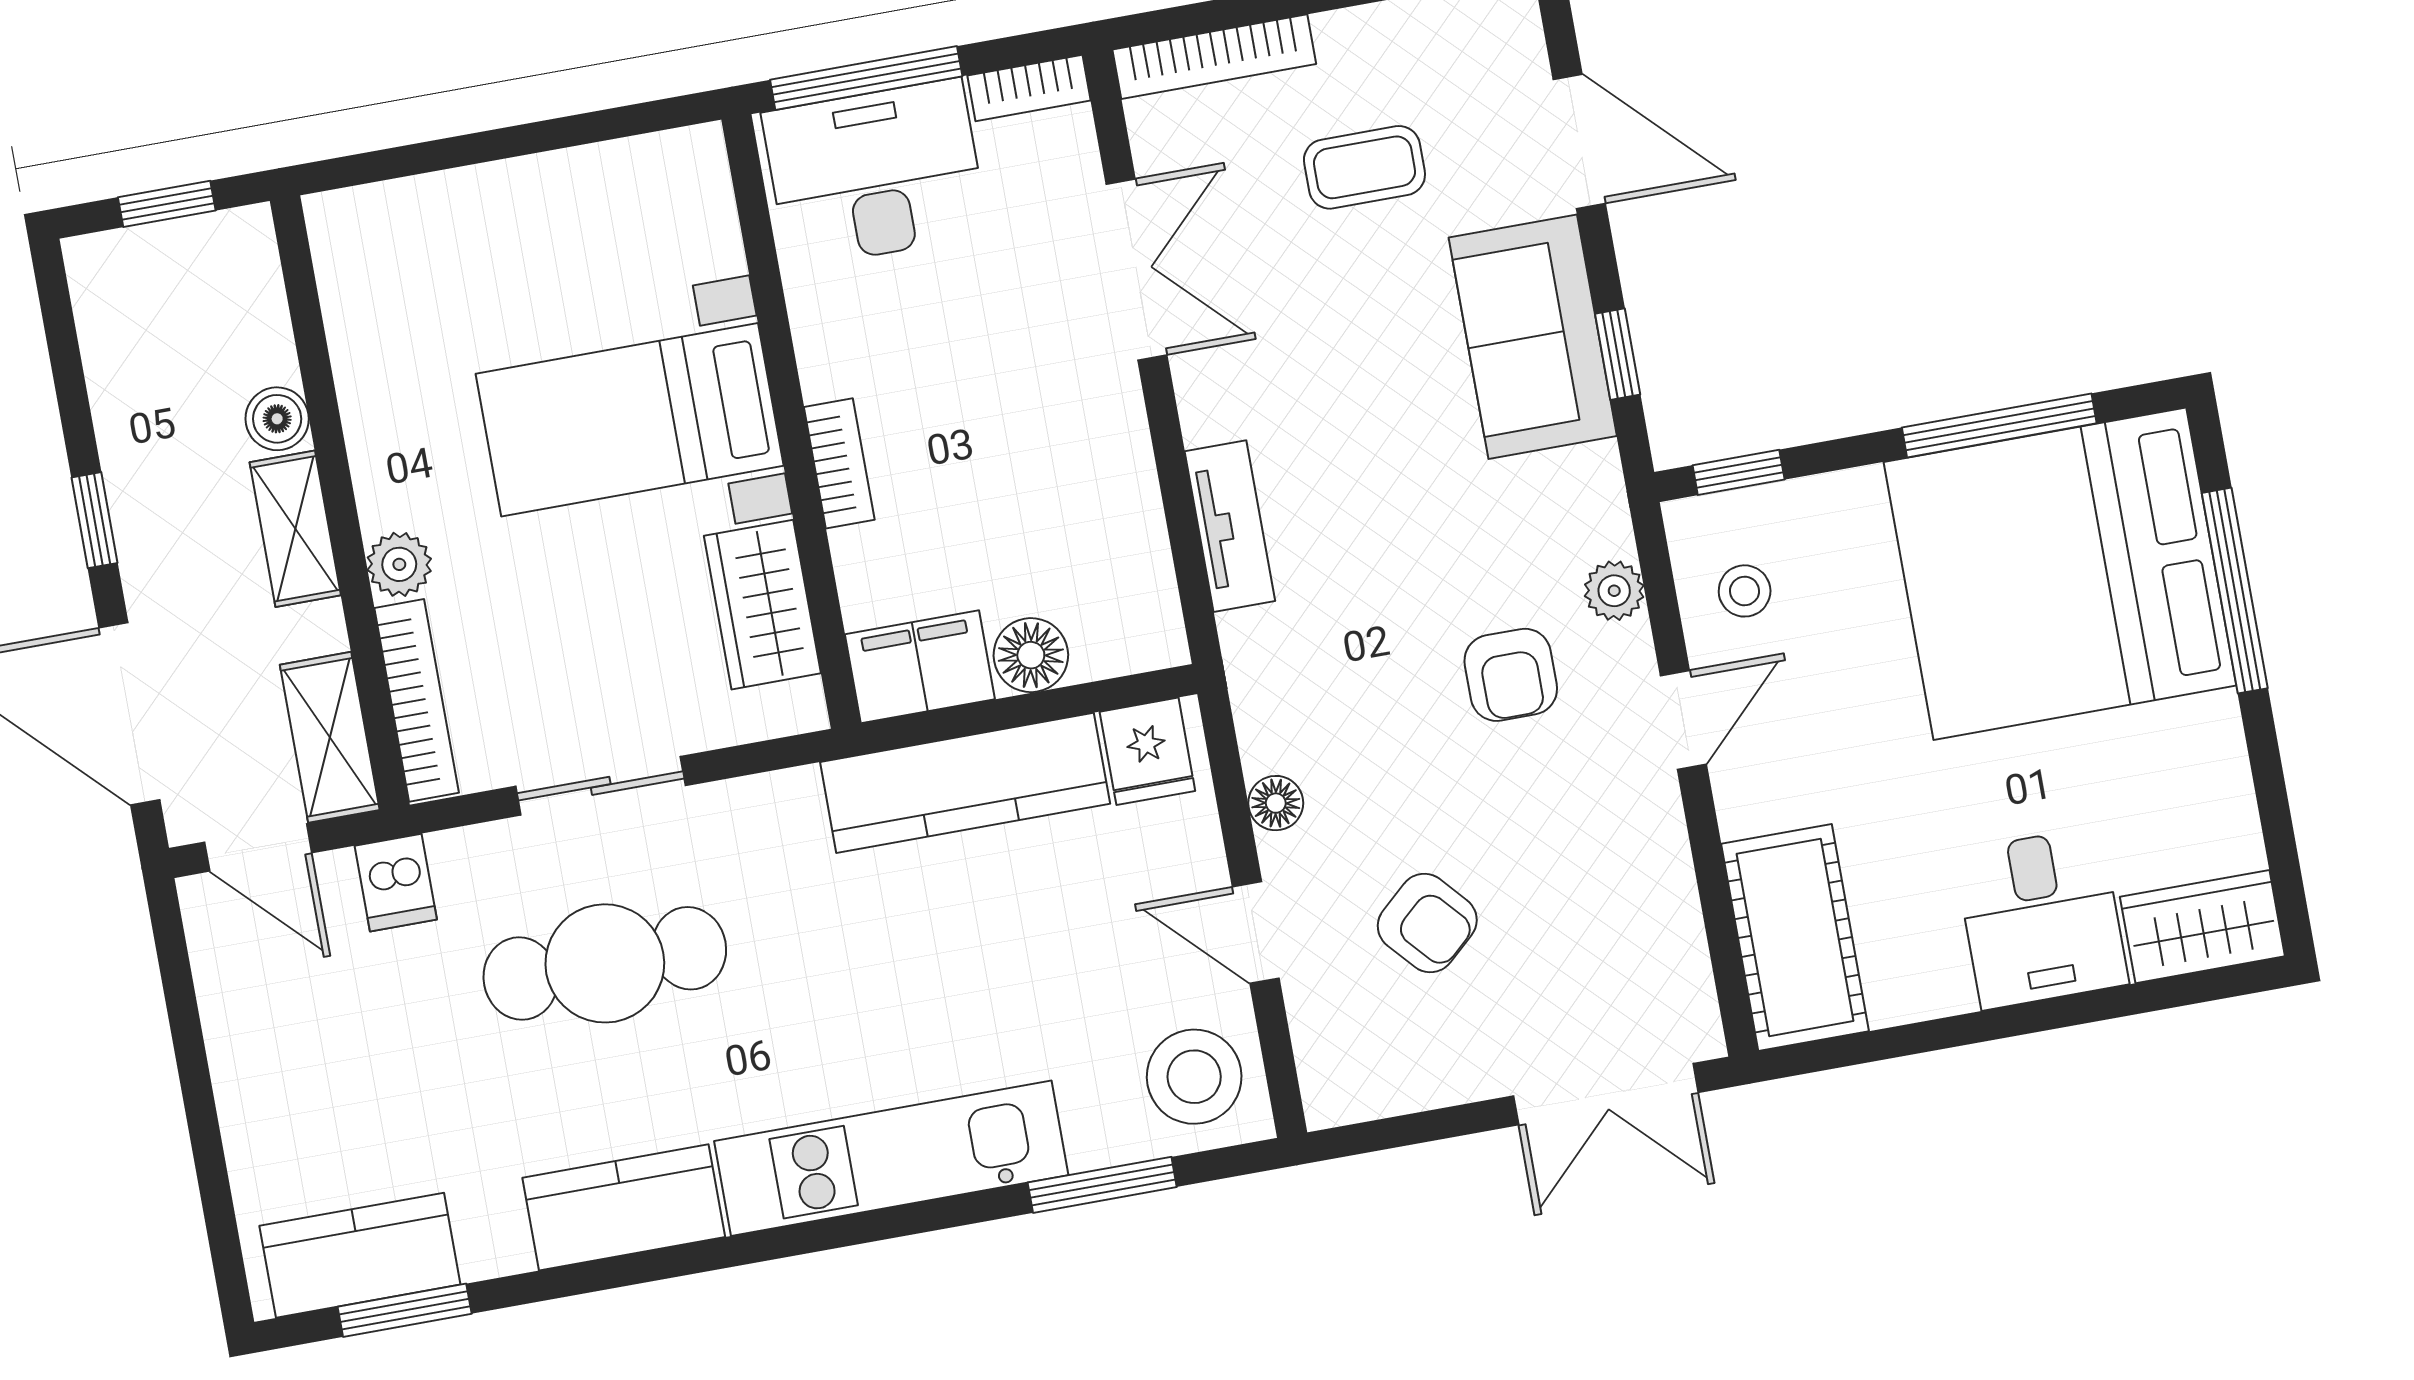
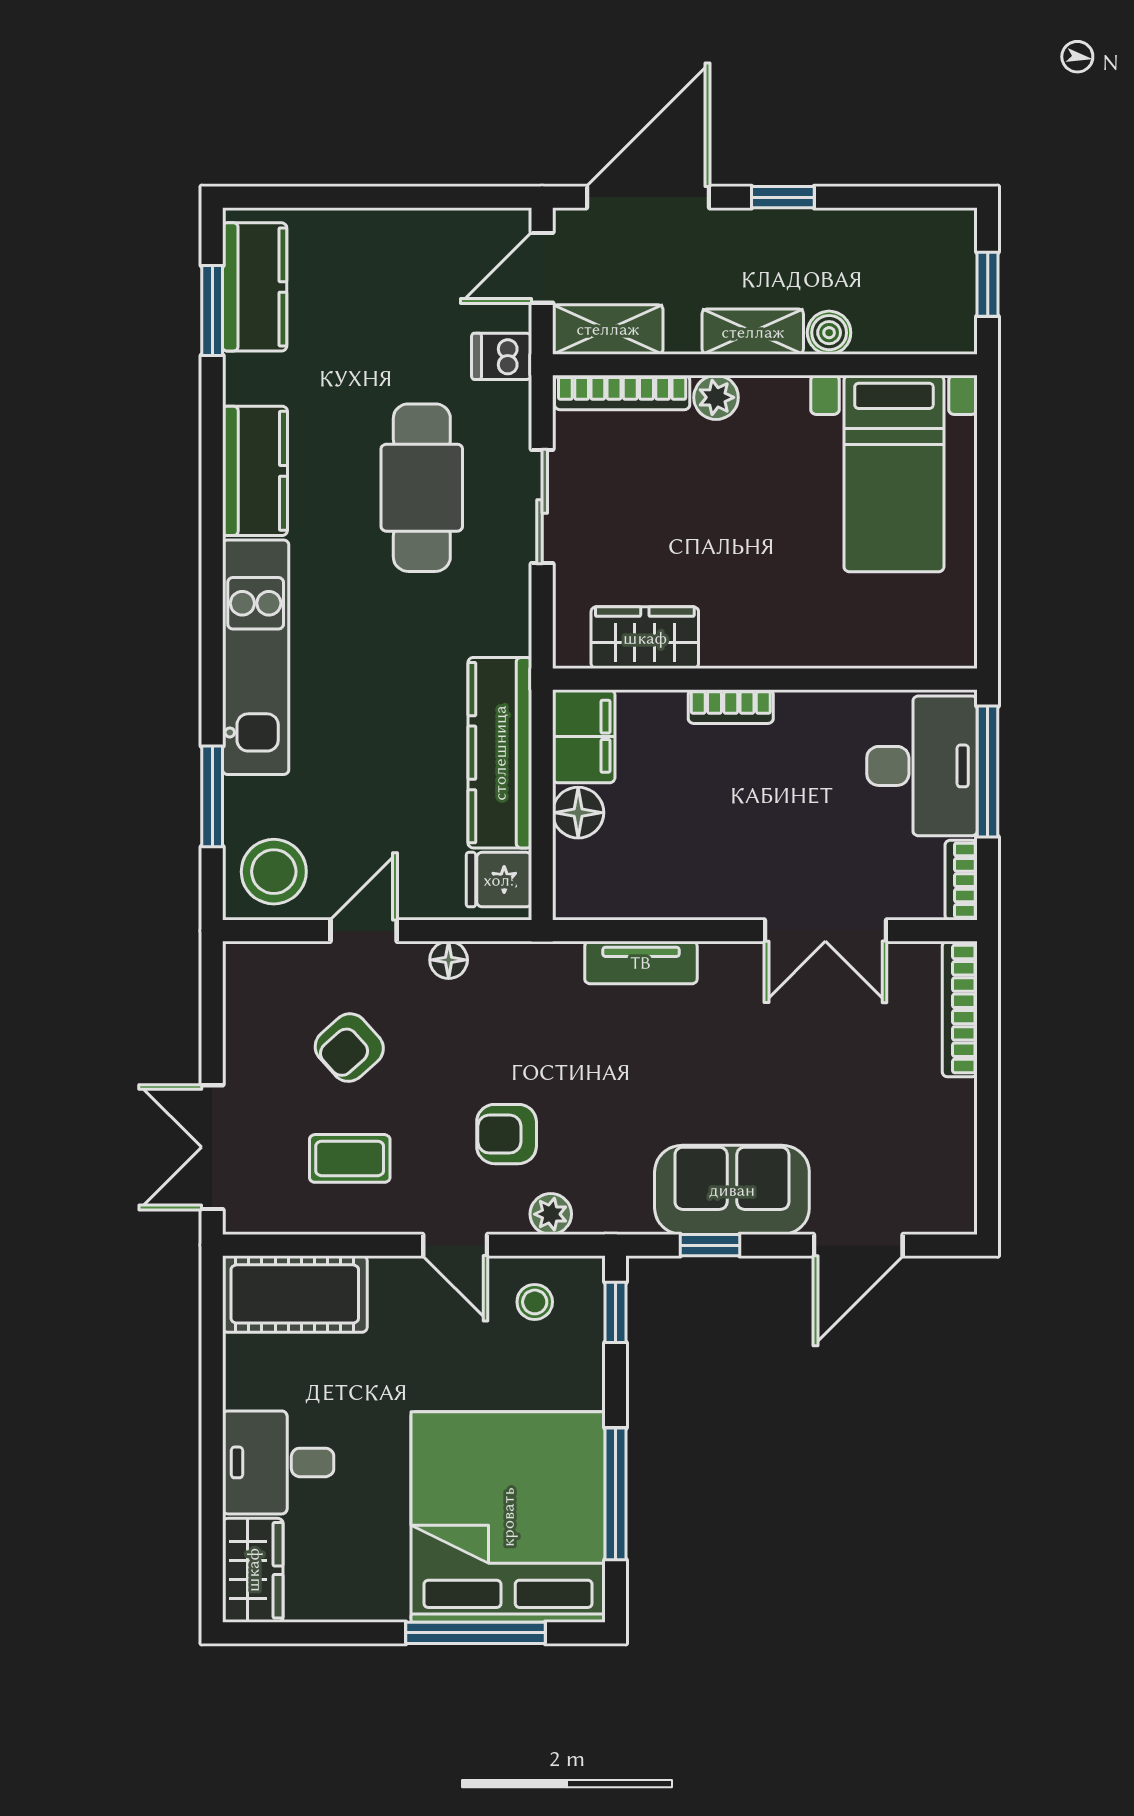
coffee table: (1364, 167) -> (350, 1158), moved, turned 90
bed with nightstands: (630, 420) -> (894, 474), moved, turned 180

